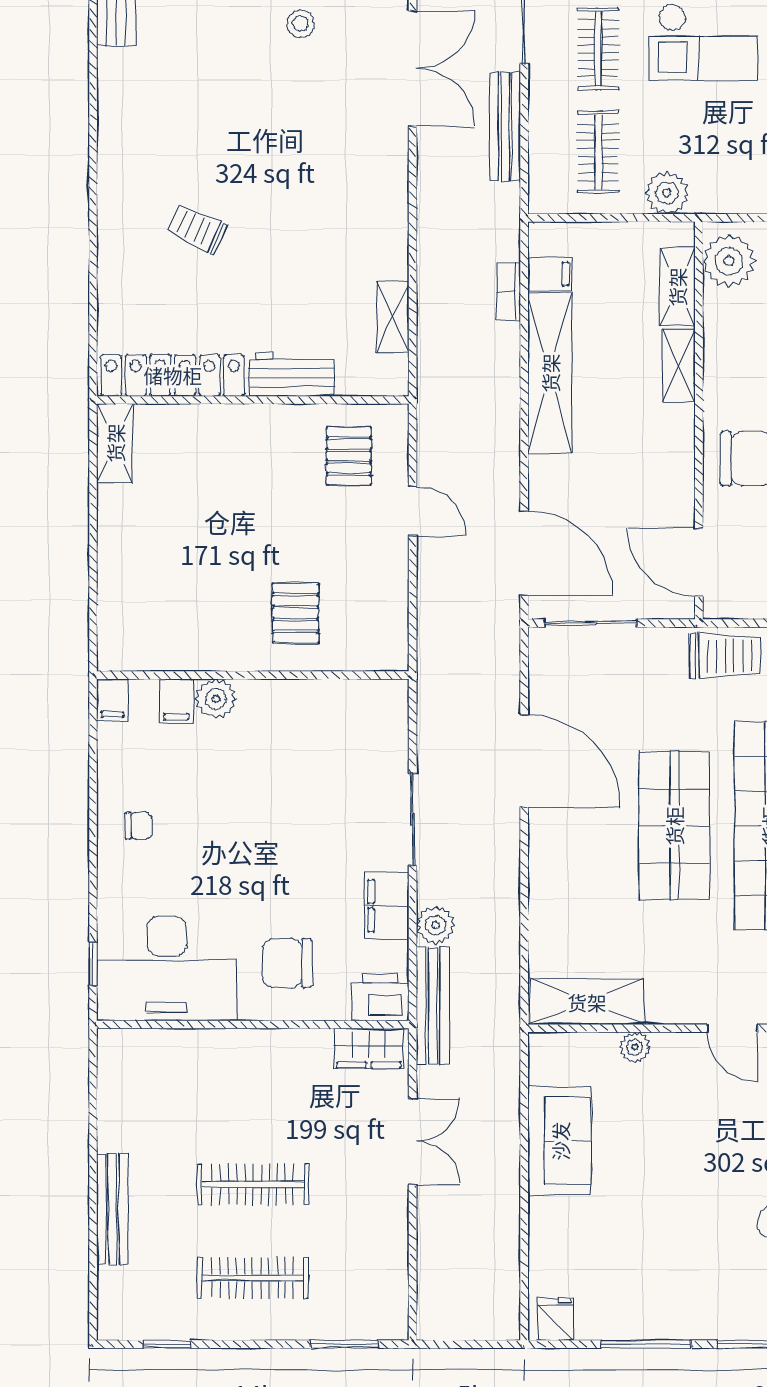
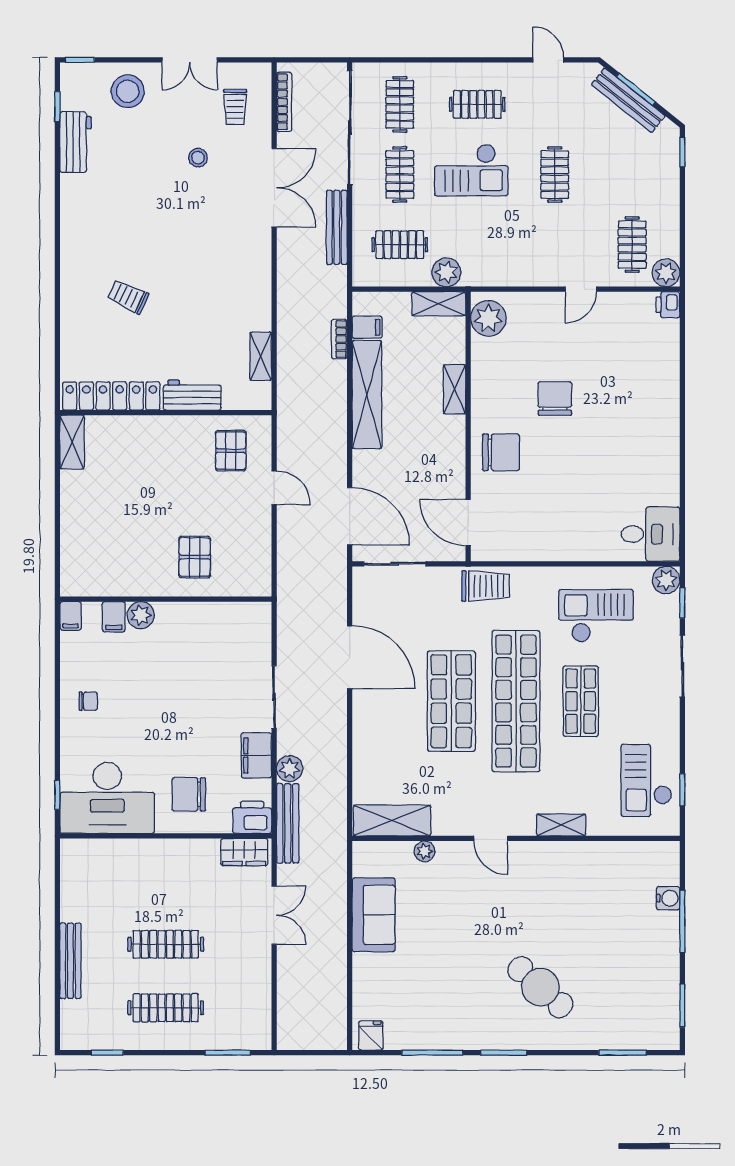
clothes rail: (598, 152) -> (400, 245), turned 90
shelving: (677, 287) -> (439, 304), moved, turned 90

